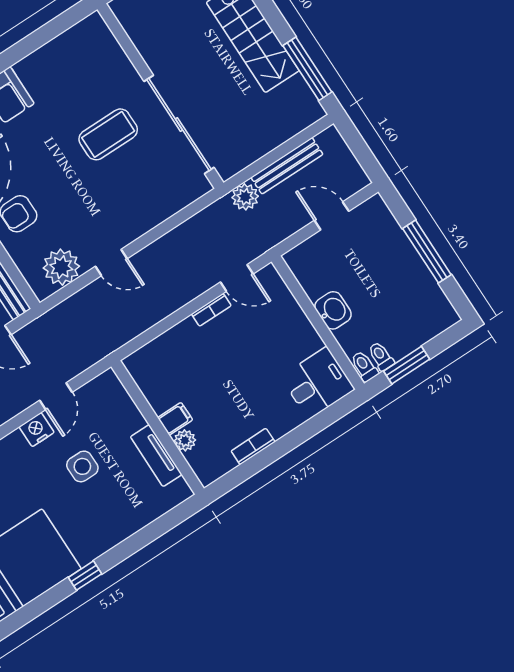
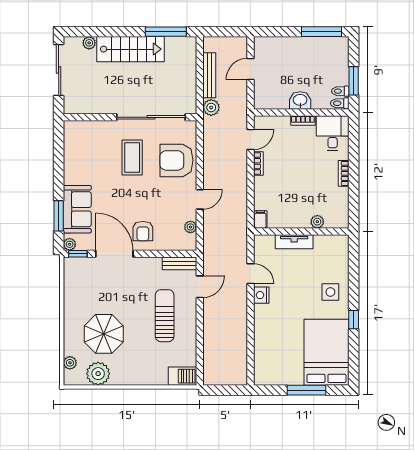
armchair: (143, 197) -> (176, 160), added
window: (427, 252) -> (321, 32), moved
plant: (61, 267) -> (190, 227), width x0.53, depth x0.53
bookcase: (309, 332) -> (303, 121), added
filing cabinet: (175, 419) -> (260, 219), moved
bookcase: (253, 446) -> (344, 173), moved
tv unit: (156, 456) -> (294, 242), moved
side table: (82, 466) -> (330, 292), moved

